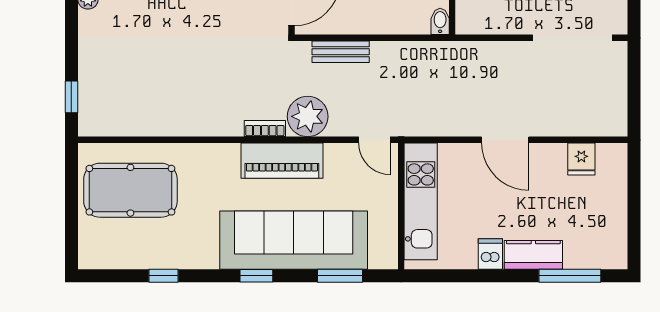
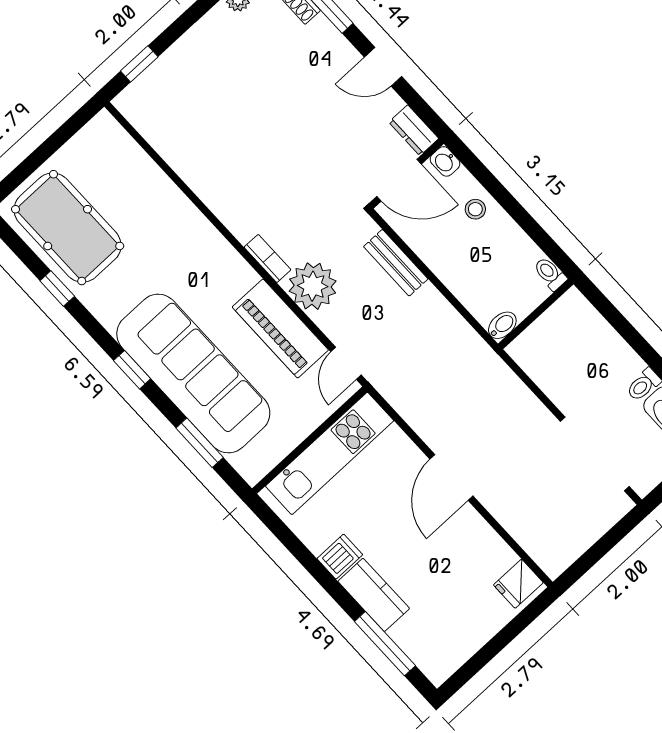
fridge: (581, 159) -> (518, 584), moved
piano: (282, 161) -> (280, 328), moved
pool table: (130, 190) -> (68, 228), moved

